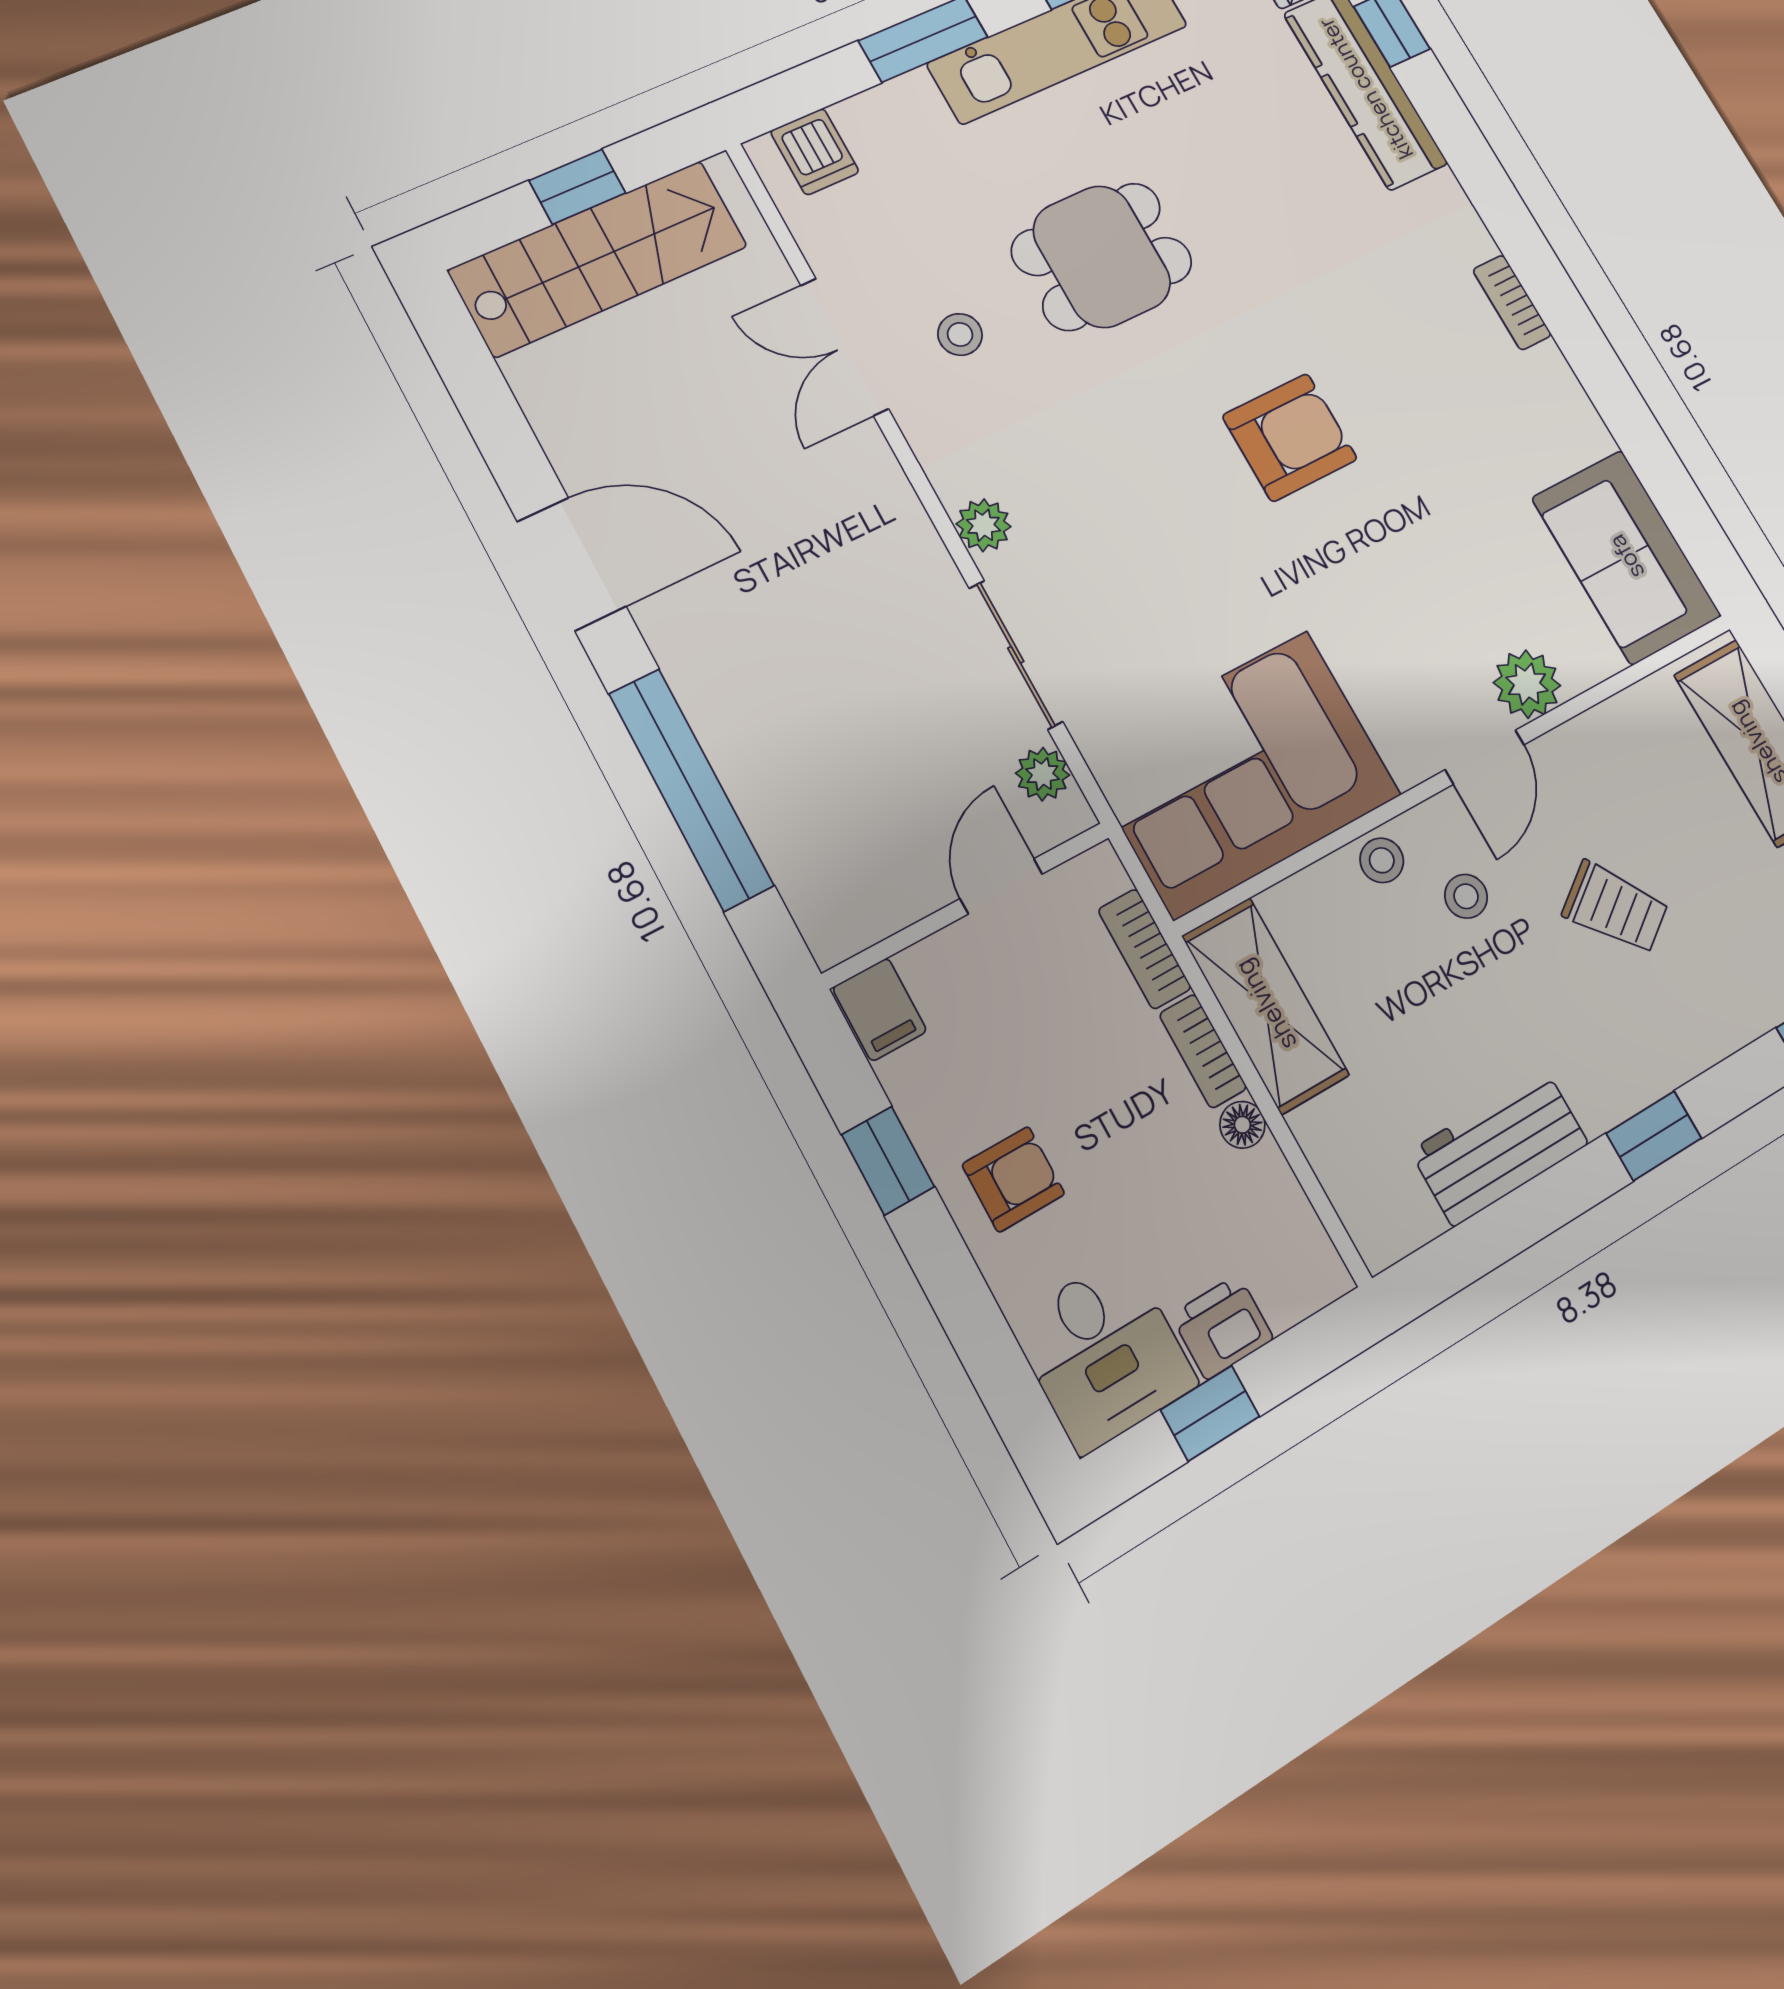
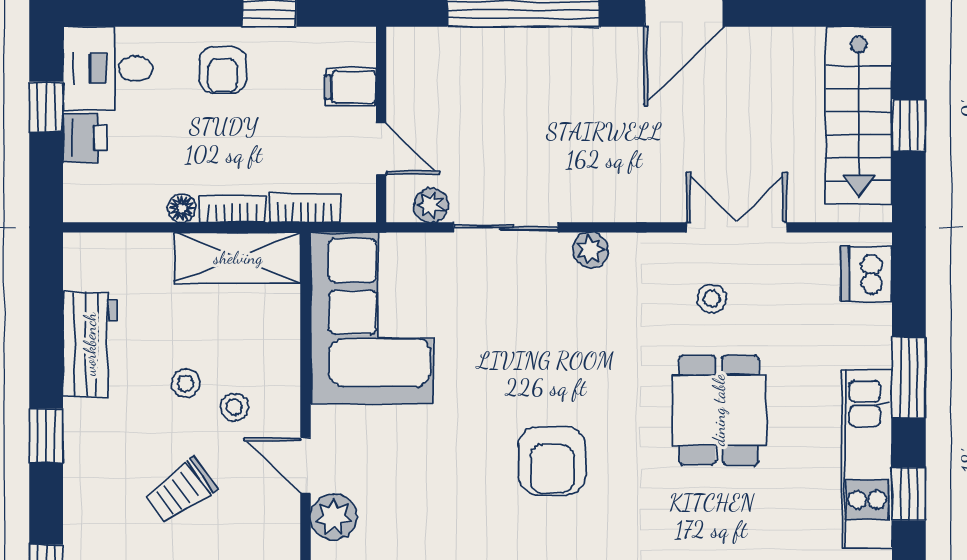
dishwasher: (815, 152) -> (866, 274), width x1.38
stool: (1382, 860) -> (186, 383), moved
filing cabinet: (880, 1009) -> (350, 87), moved

